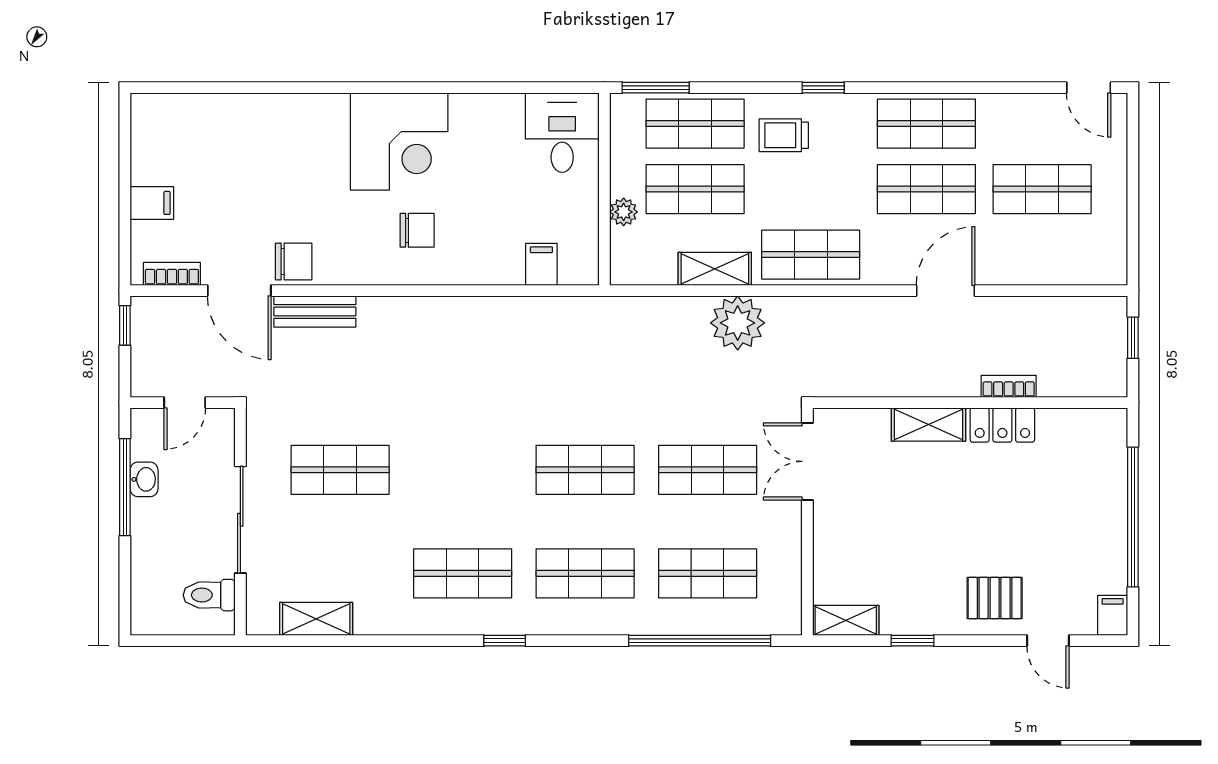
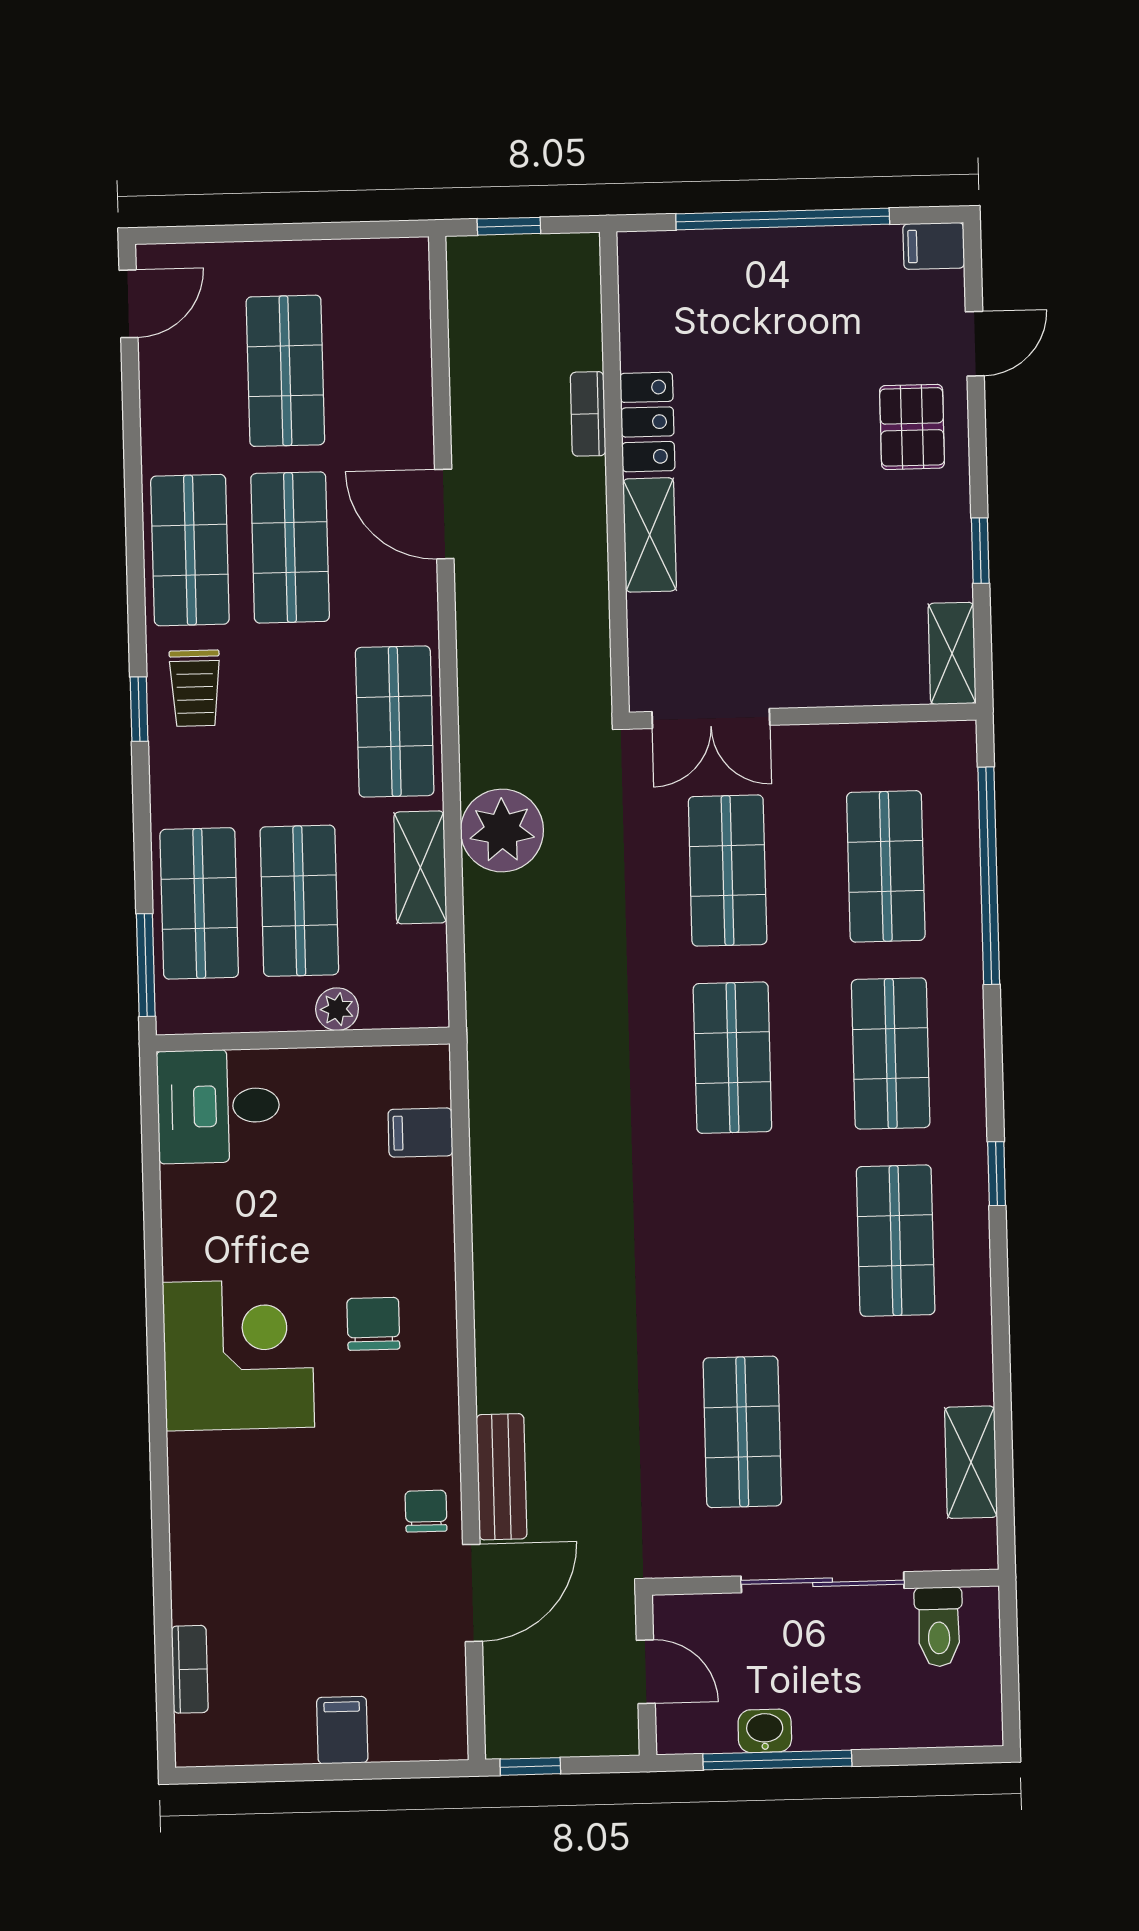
trolley: (784, 135) -> (195, 688), moved
chair: (294, 261) -> (426, 1511), width x0.73, depth x0.73
bookcase: (172, 274) -> (190, 1669), moved, turned 180

